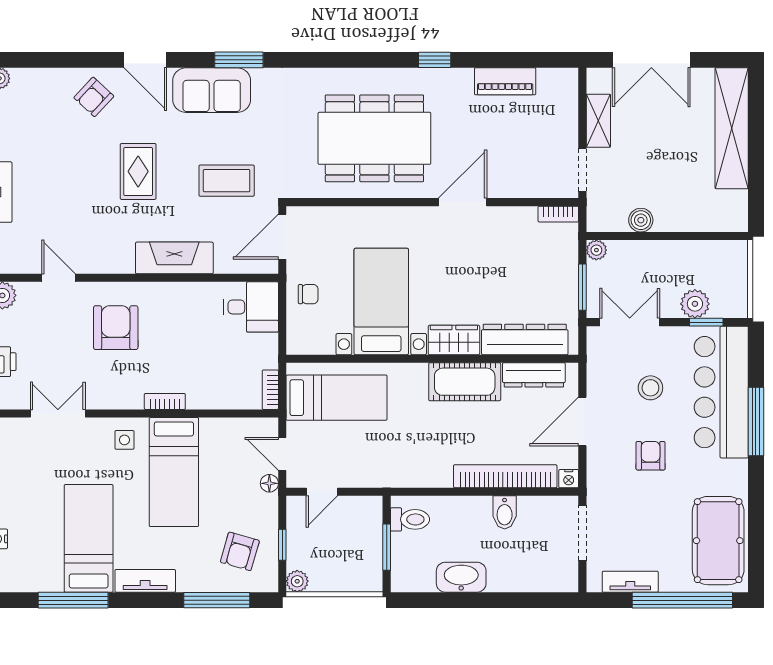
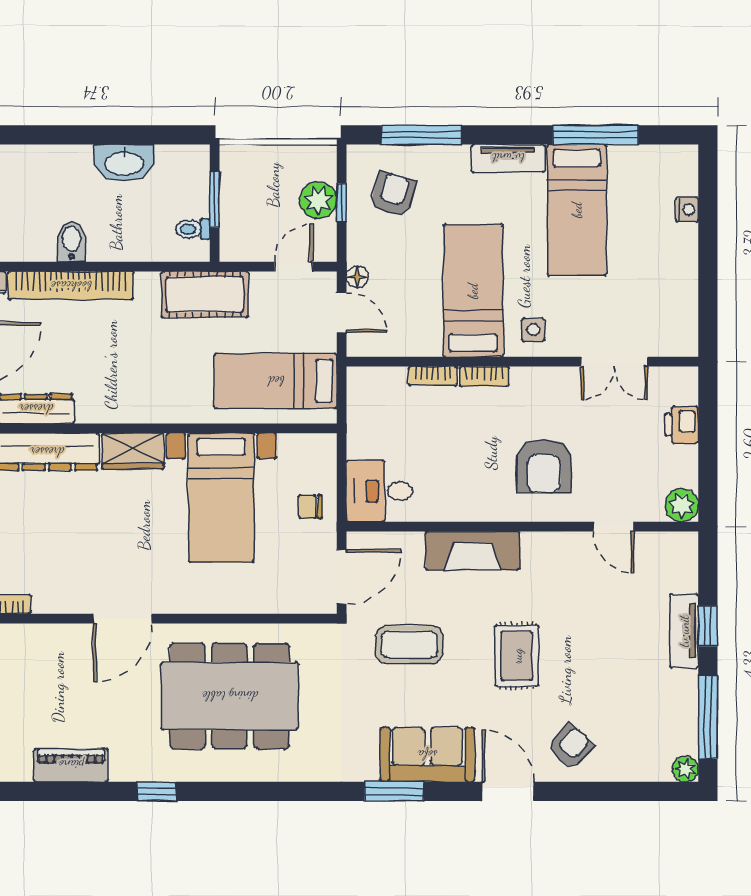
cot: (465, 382) -> (205, 294), moved
bookcase: (270, 390) -> (433, 376), moved, turned 90
toilet: (410, 519) -> (193, 229), width x0.73, depth x0.72
plant: (297, 581) -> (318, 200), moved, width x1.38, depth x1.38

